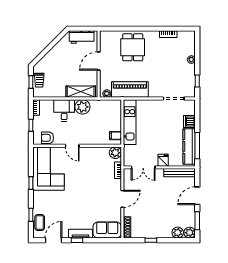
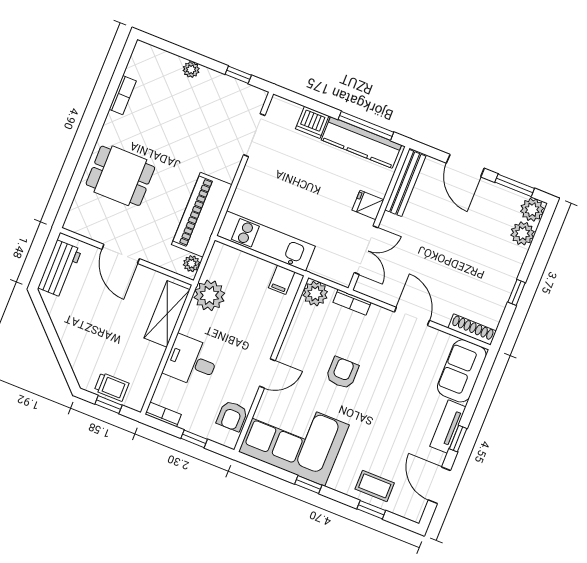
plant: (82, 107) -> (209, 295), moved
armchair: (86, 178) -> (342, 373), added
coffee table: (40, 222) -> (375, 486), moved

